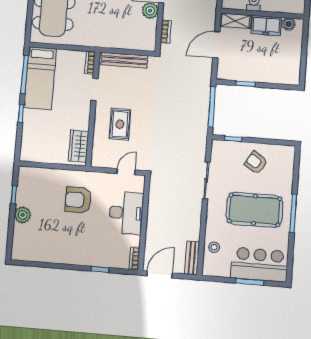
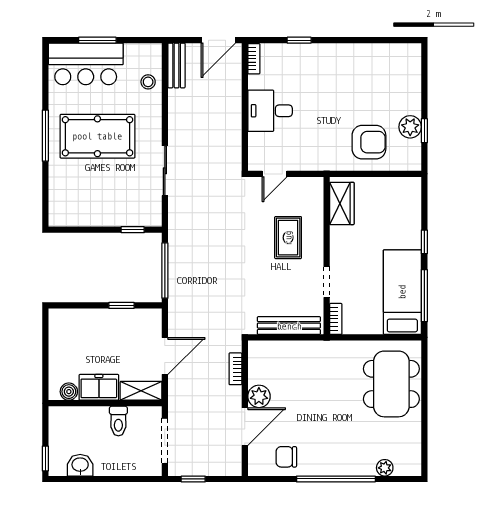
armchair: (256, 163) -> (100, 200), removed
armchair: (78, 200) -> (369, 142), moved
desk: (126, 213) -> (270, 111), width x0.73
plant: (23, 215) -> (410, 127), moved

